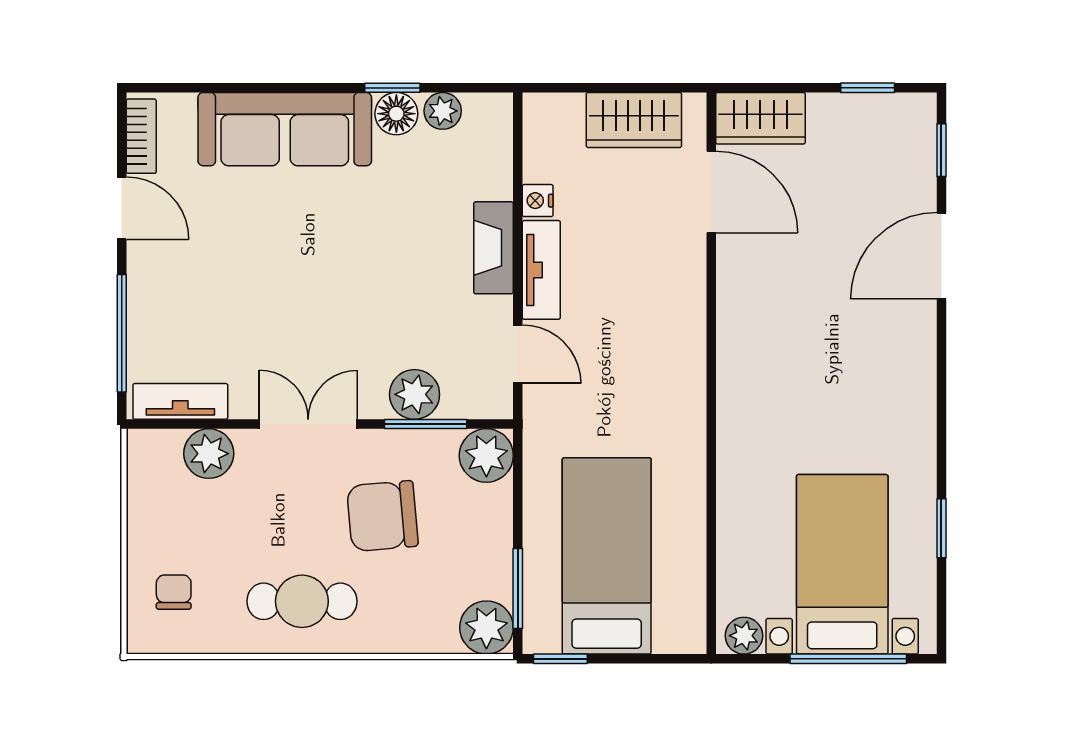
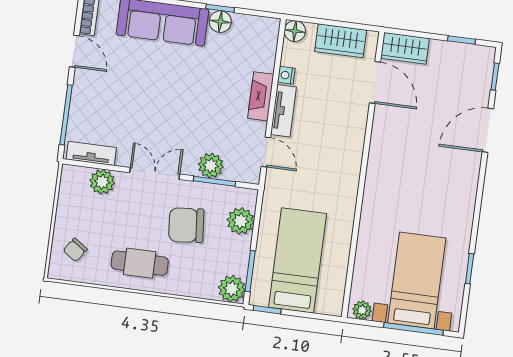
plant: (443, 111) -> (244, 23), removed
floor lamp: (543, 113) -> (295, 31), added
plant: (486, 455) -> (241, 221), moved
chair: (174, 592) -> (75, 250), turned -145

